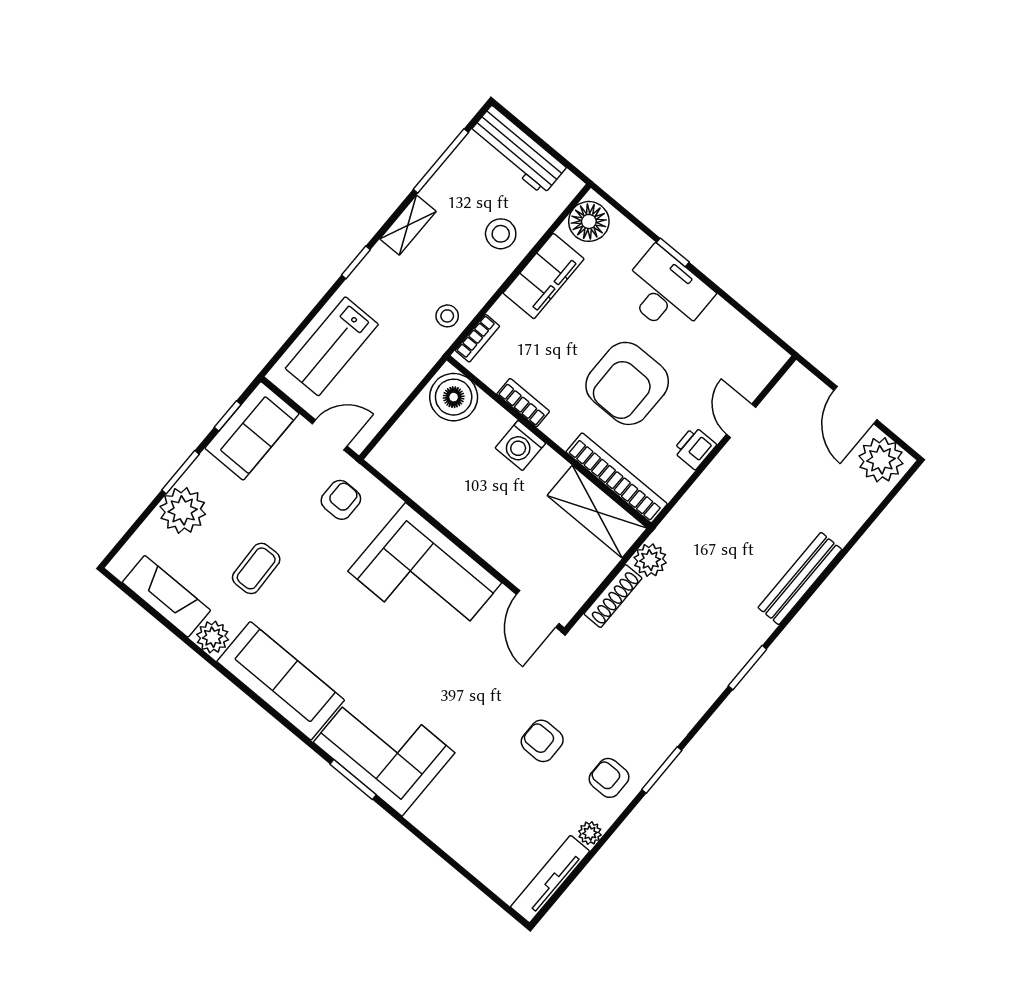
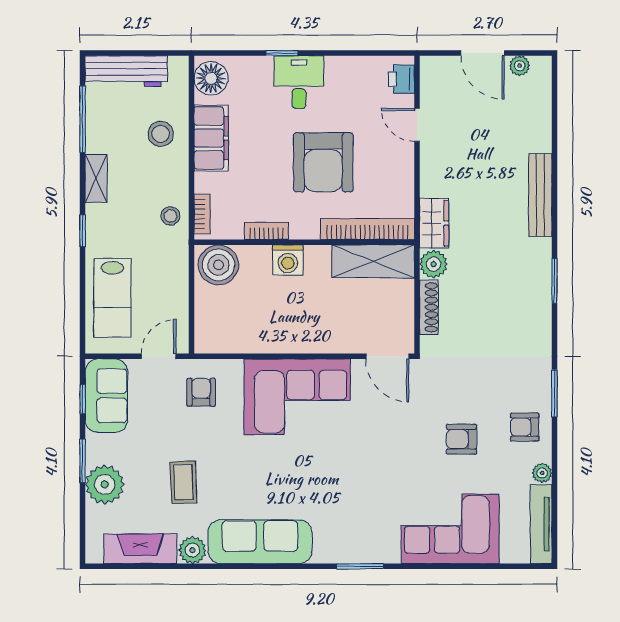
desk: (666, 292) -> (299, 82), width x0.73
printer: (695, 448) -> (402, 79), moved
plant: (881, 460) -> (520, 66), width x0.53, depth x0.53
wardrobe: (682, 523) -> (434, 223), added
corner sofa: (384, 747) -> (450, 529), moved

